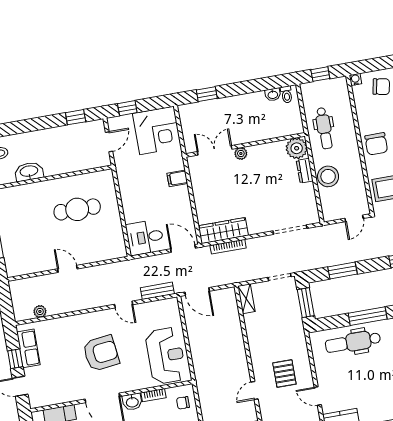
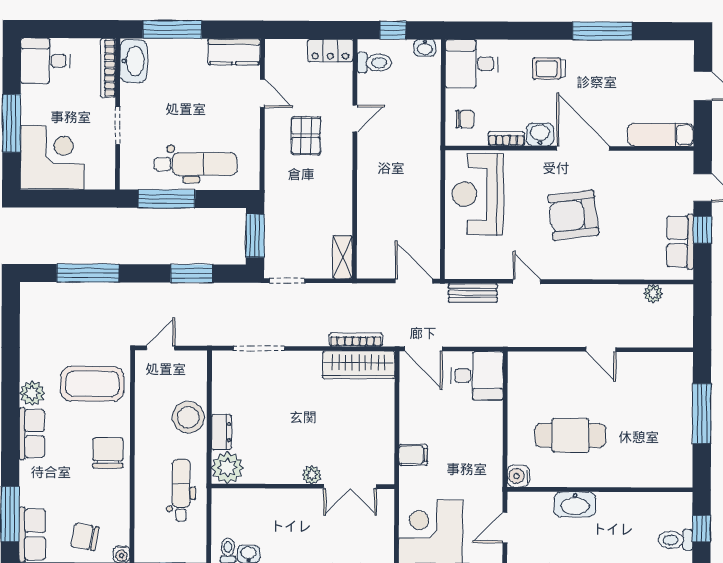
washbasin: (29, 172) -> (575, 504), moved
water cooler: (106, 177) -> (518, 476), added

